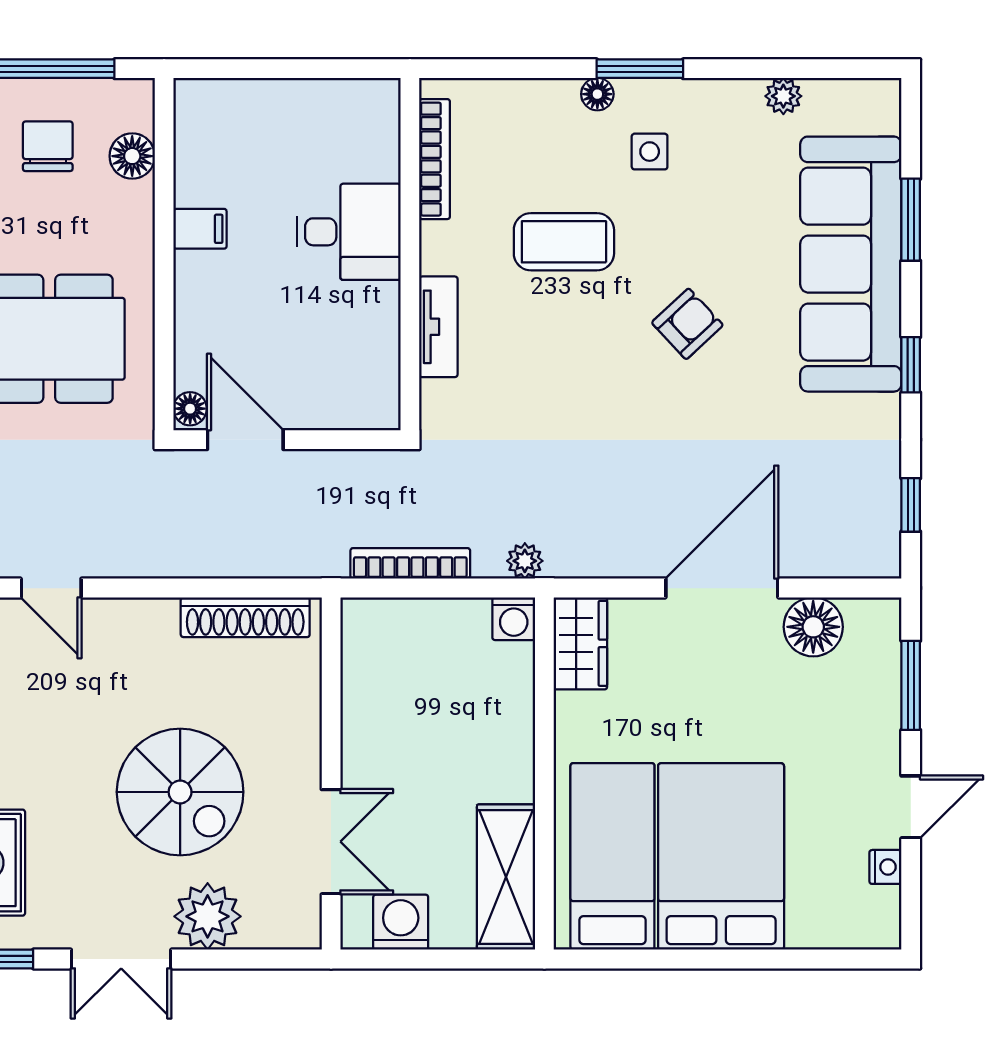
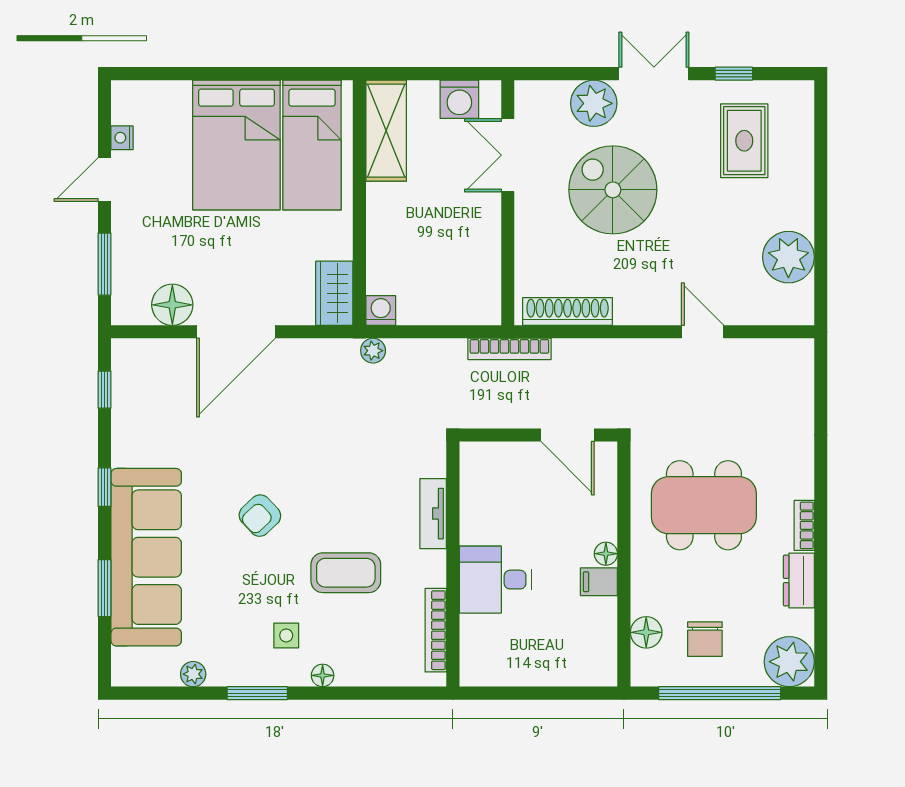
window: (640, 69) -> (257, 693), moved
floor lamp: (190, 409) -> (606, 554), moved
bookcase: (410, 563) -> (509, 349), moved

